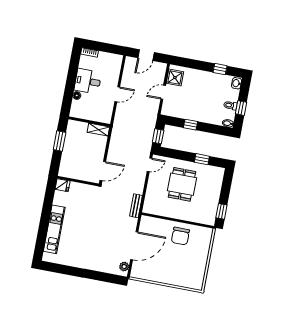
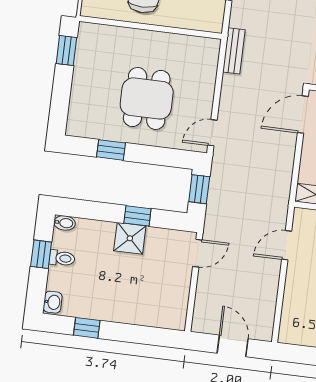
door: (146, 55) -> (233, 346), hinge flipped
shower: (175, 78) -> (130, 238), moved
door: (163, 92) -> (197, 253), moved
door: (117, 94) -> (287, 245), moved

